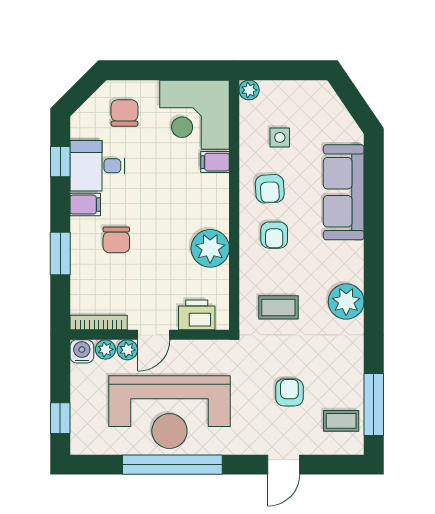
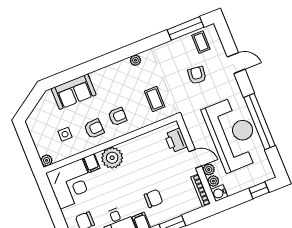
sofa: (344, 192) -> (74, 92), width x0.73
plant: (210, 248) -> (112, 158), moved
plant: (346, 302) -> (135, 60), width x0.53, depth x0.53
armchair: (289, 392) -> (197, 75), turned 97

